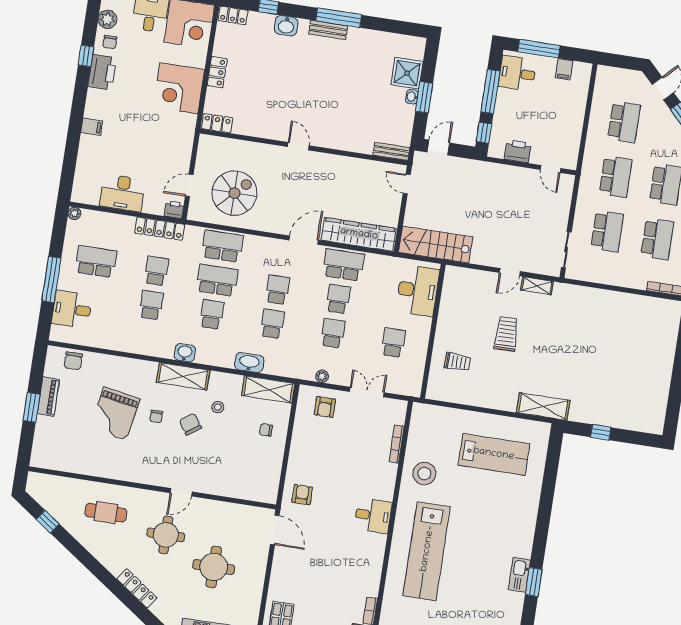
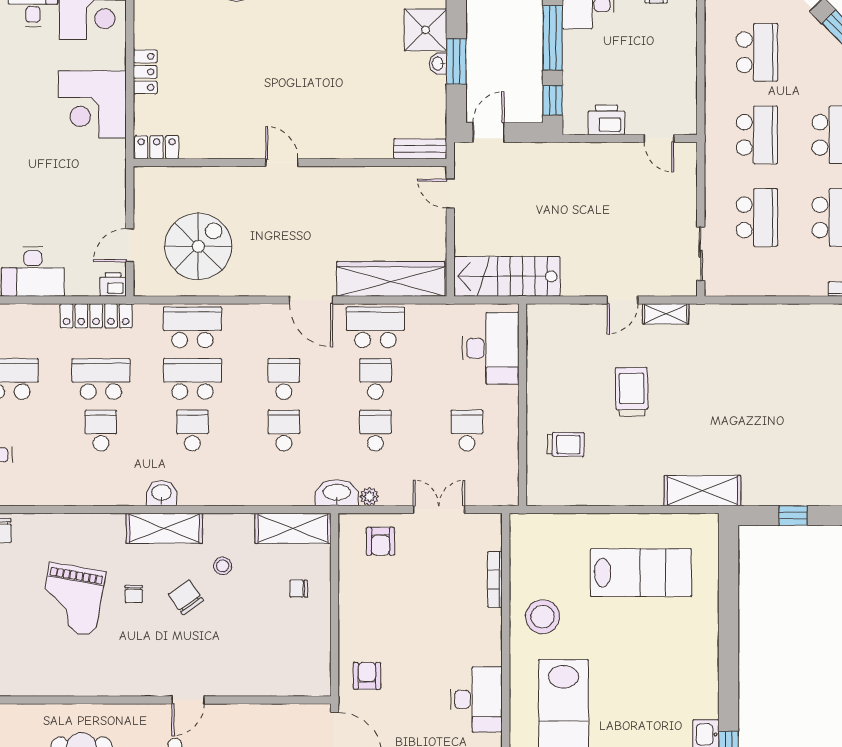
door: (304, 240) -> (311, 300), swing flipped
school desk: (156, 271) -> (101, 379), width x1.85
washbasin: (249, 363) -> (337, 493), moved
desk: (373, 516) -> (476, 699), width x1.37

